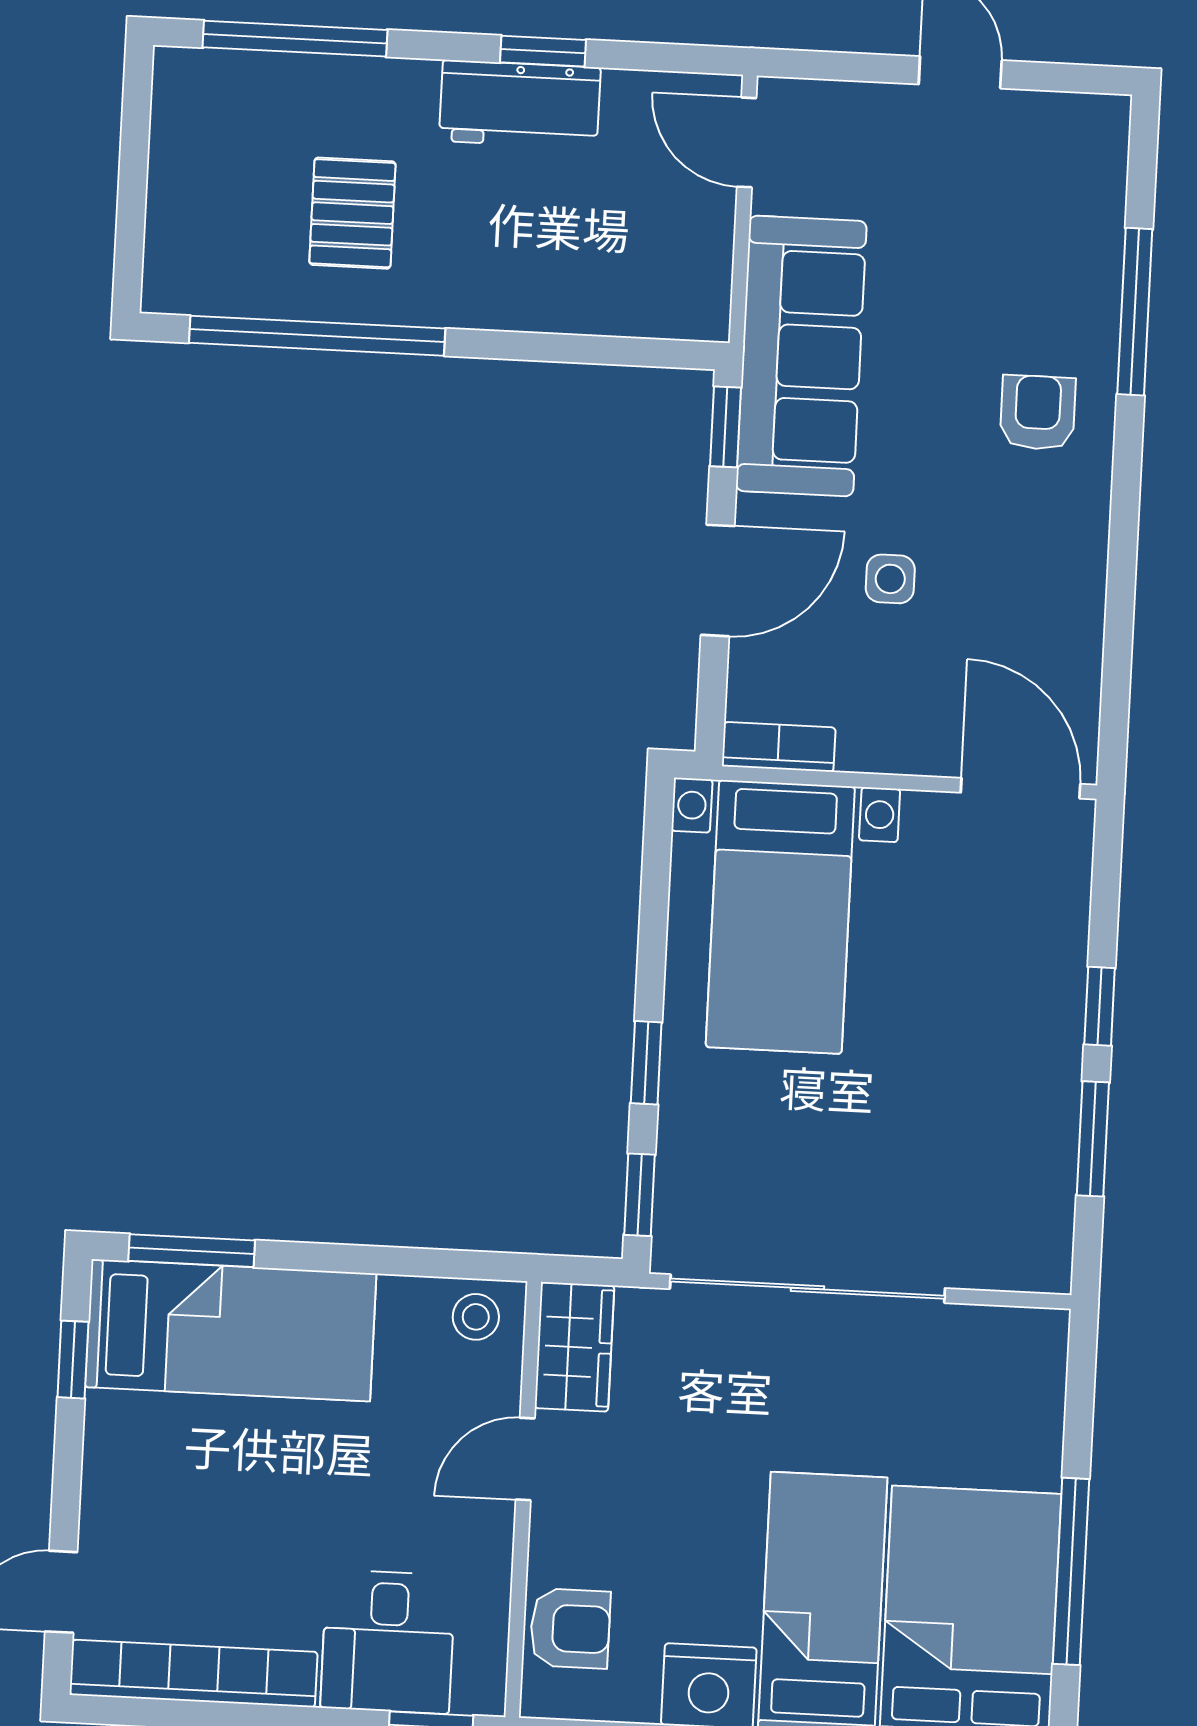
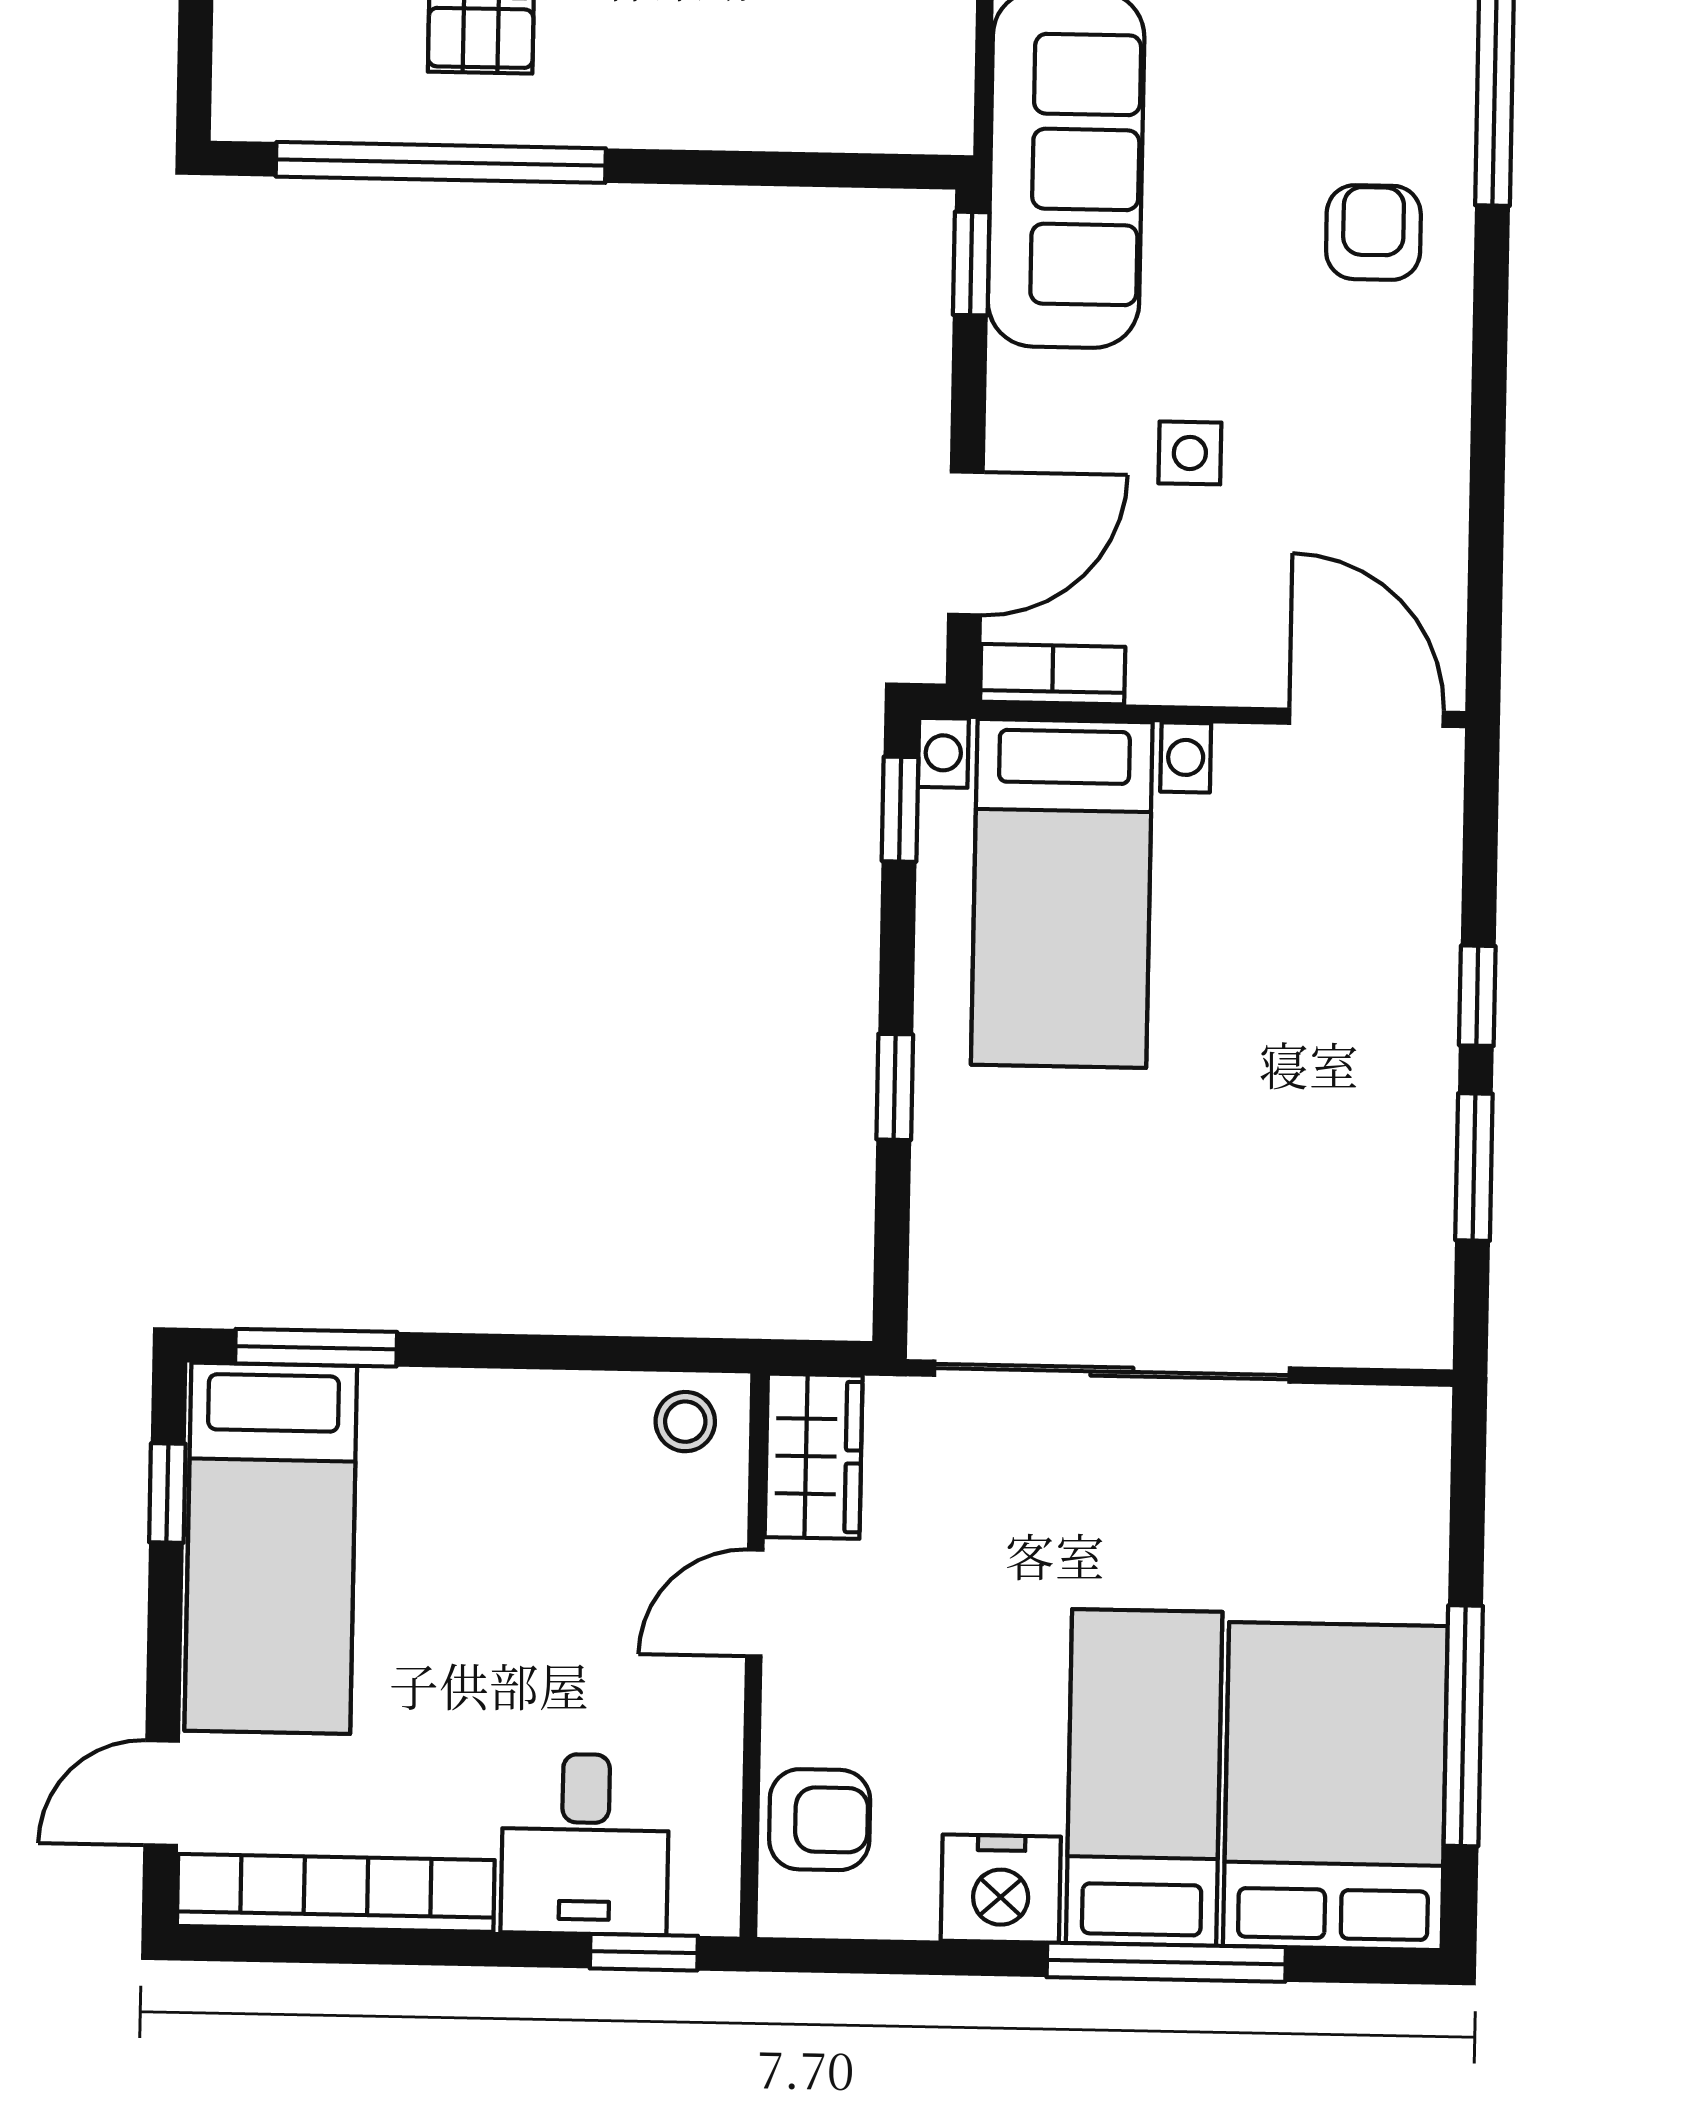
door: (718, 580) -> (966, 543), moved
window: (639, 1195) -> (900, 809), moved
bed: (231, 1330) -> (271, 1548), moved, turned 90

